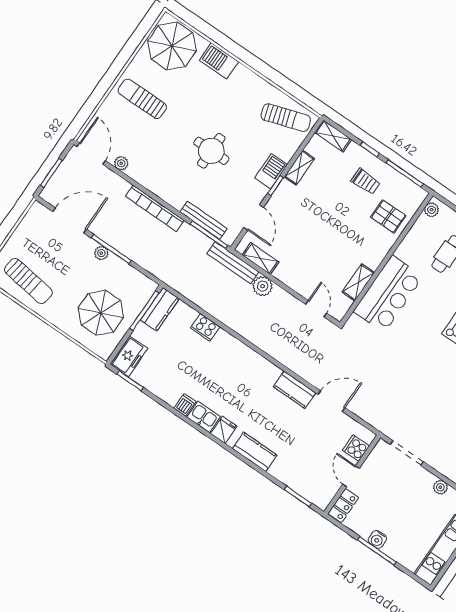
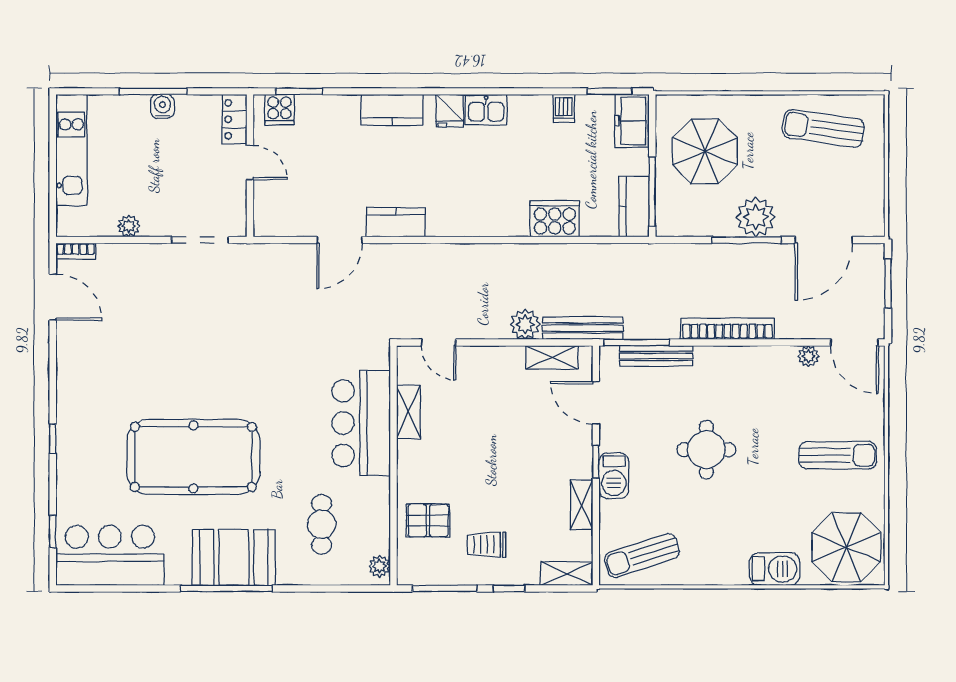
plant: (101, 253) -> (756, 217), width x1.88, depth x1.88
cooker: (205, 327) -> (555, 219), width x1.37, depth x1.31
dishwasher: (185, 405) -> (564, 108), moved
cooker: (356, 448) -> (279, 110), moved, turned 90

